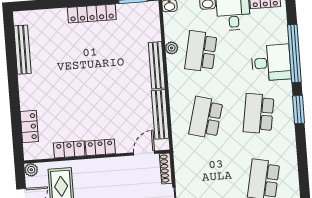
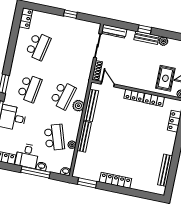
school desk: (201, 51) -> (54, 137), turned -30
plant: (179, 109) -> (78, 106), added
door: (144, 153) -> (108, 84), swing flipped

